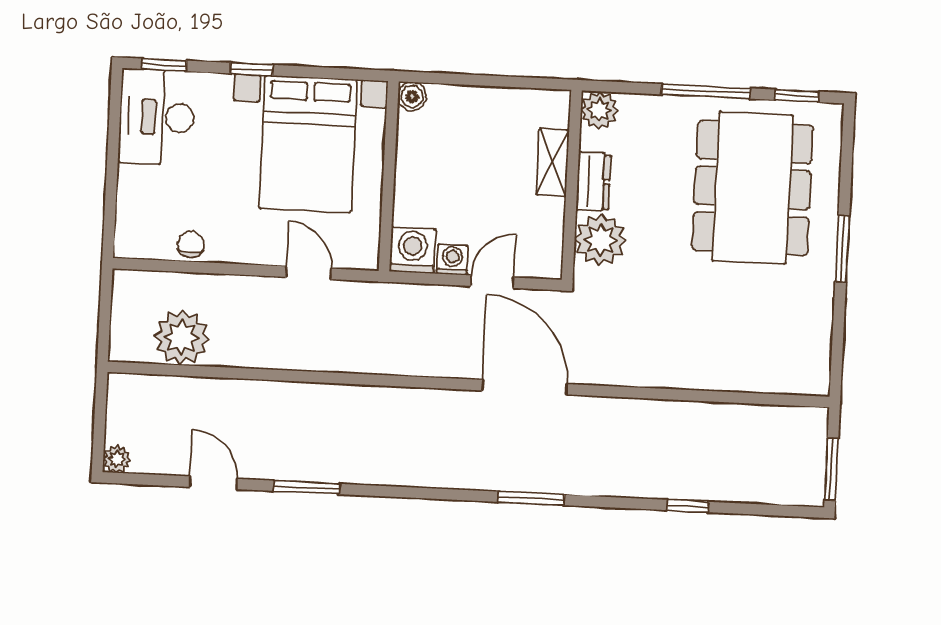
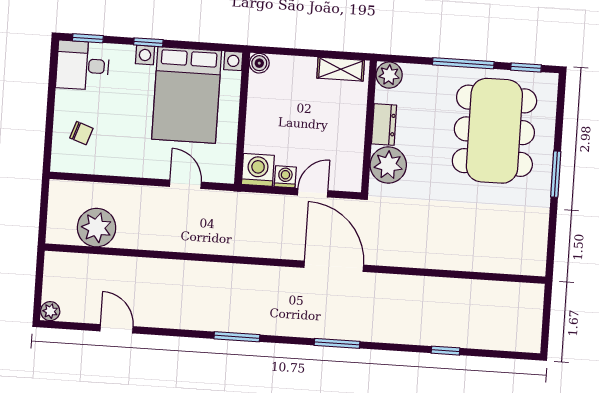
desk: (157, 117) -> (83, 65), width x0.73
shelving: (553, 162) -> (341, 69), moved, turned 90
chair: (191, 244) -> (81, 133), moved, turned 109
window: (831, 469) -> (546, 327), removed
window: (307, 487) -> (237, 337), moved

